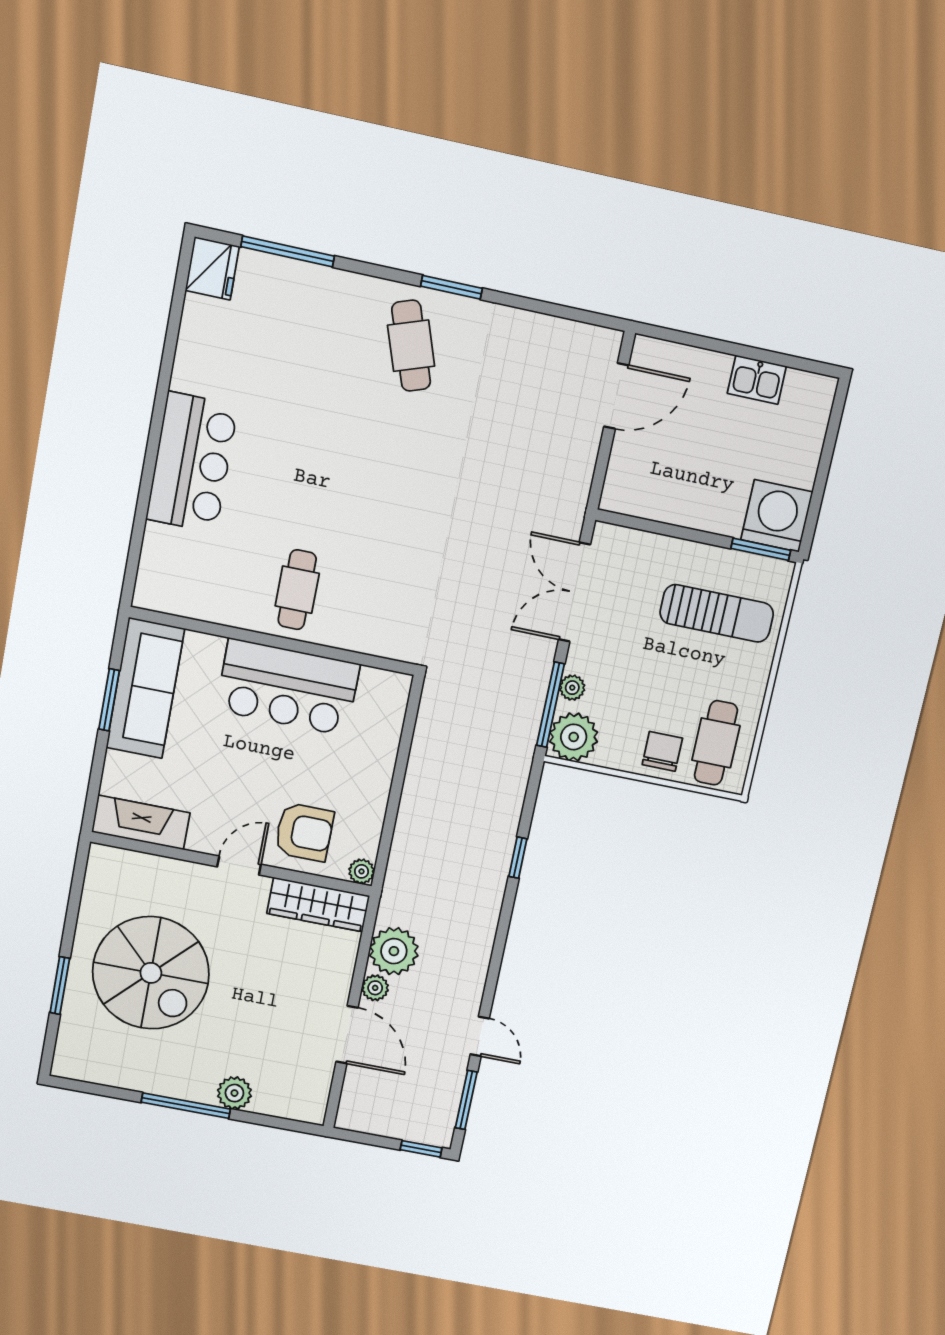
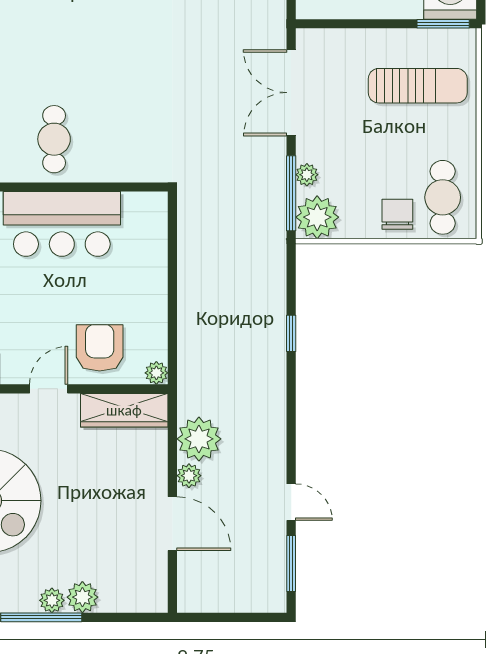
armchair: (304, 832) -> (100, 348), turned -90
plant: (201, 1090) -> (52, 600), added
window: (421, 1149) -> (260, 617), removed

